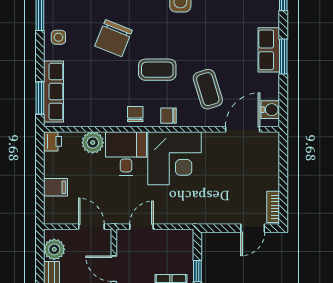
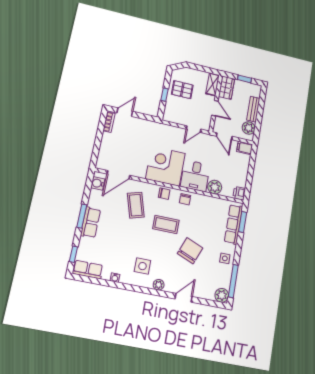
filing cabinet: (56, 187) -> (245, 148), moved

